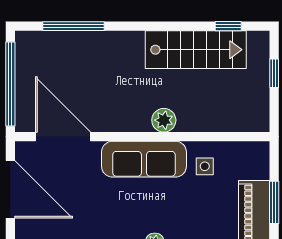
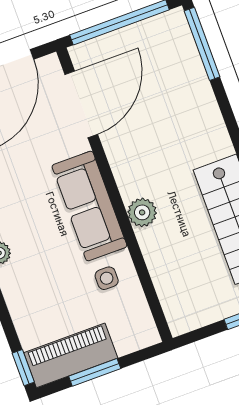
window: (73, 26) -> (202, 44), moved

